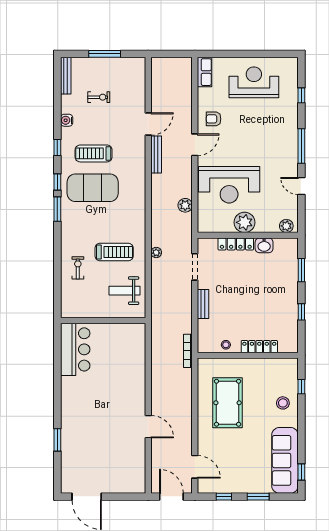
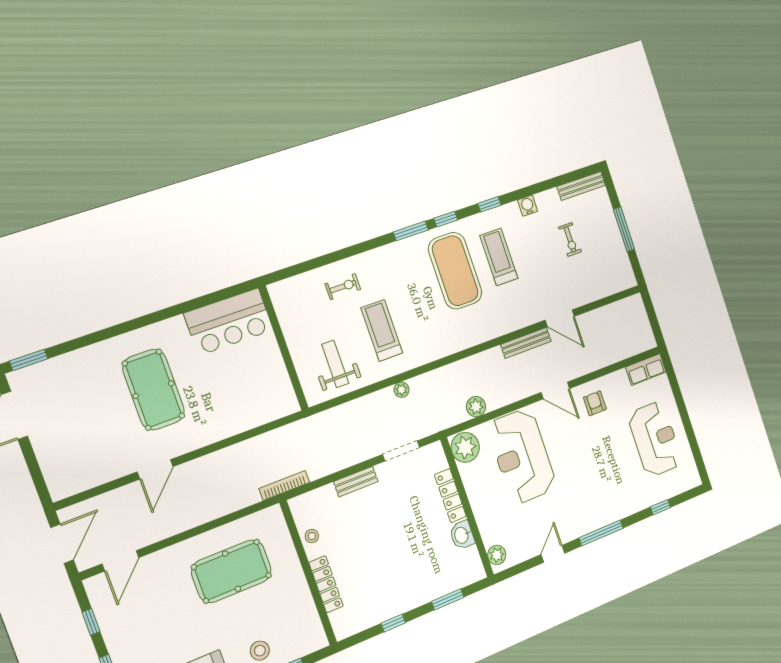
plant: (244, 222) -> (465, 447), moved
treadmill: (114, 252) -> (382, 330), turned 180
pool table: (100, 410) -> (154, 390), added
window: (57, 440) -> (29, 360), moved

